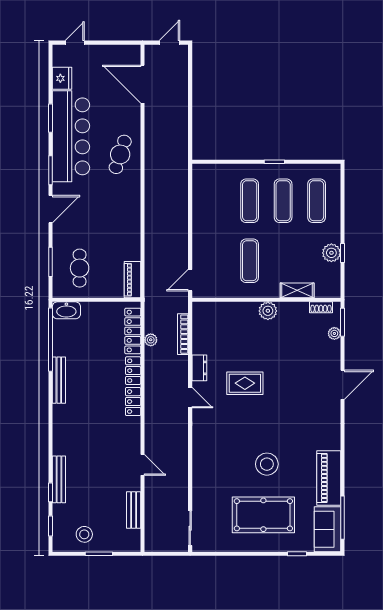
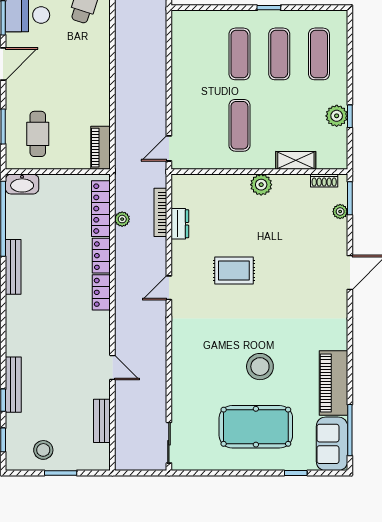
dresser: (199, 368) -> (180, 224), moved
door: (190, 398) -> (169, 288), swing flipped

